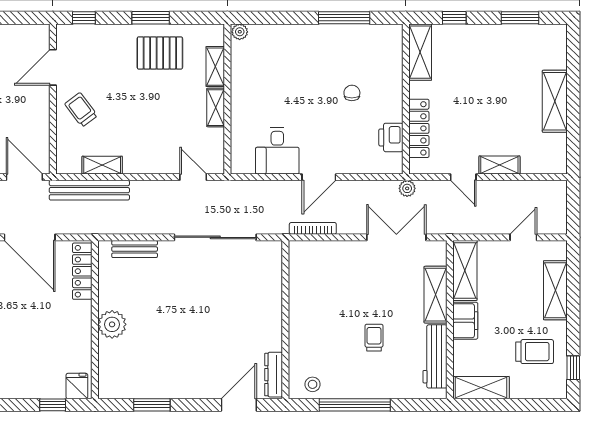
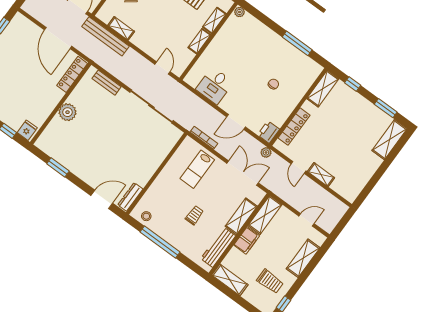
shelving: (555, 101) -> (389, 140), moved
printer: (391, 137) -> (268, 132), moved
door: (319, 177) -> (236, 122), moved
lab bench: (334, 275) -> (197, 169), added

